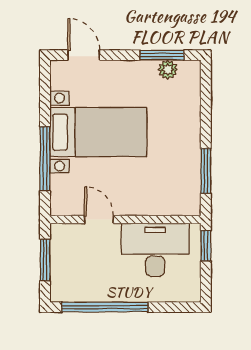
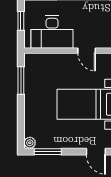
plant: (168, 70) -> (30, 143), moved
window: (206, 246) -> (21, 21), moved

